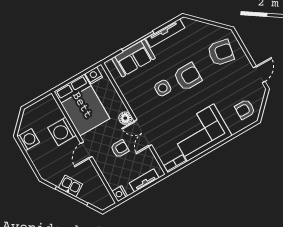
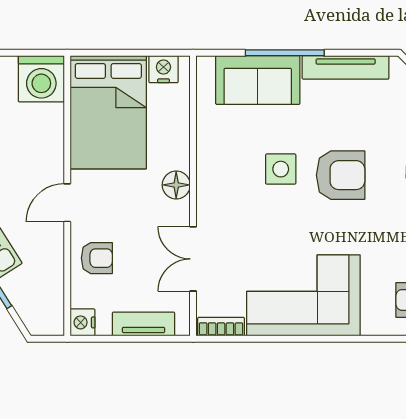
washing machine: (62, 132) -> (41, 79), moved, turned -90
double door: (143, 133) -> (193, 259), moved
armchair: (120, 149) -> (97, 258), moved

